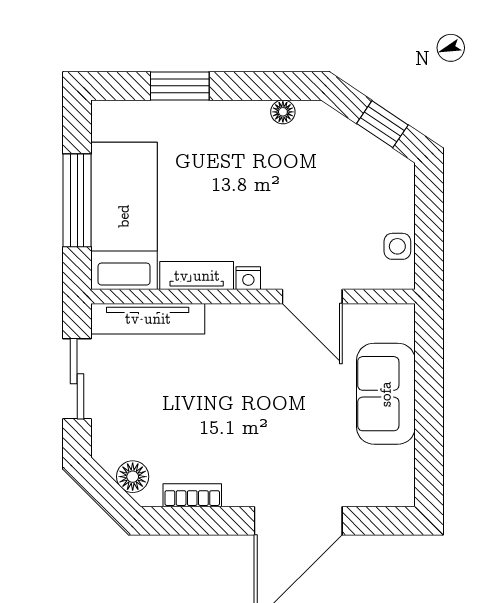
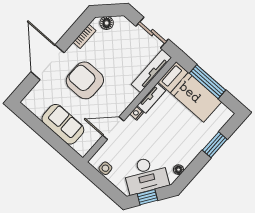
desk: (345, 162) -> (146, 175), added
armchair: (271, 424) -> (85, 80), added

